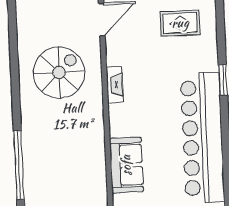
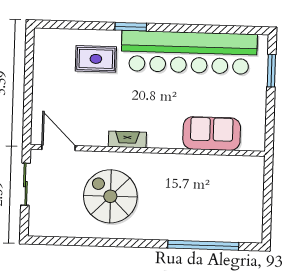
rug: (180, 23) -> (96, 59), moved, turned 90

